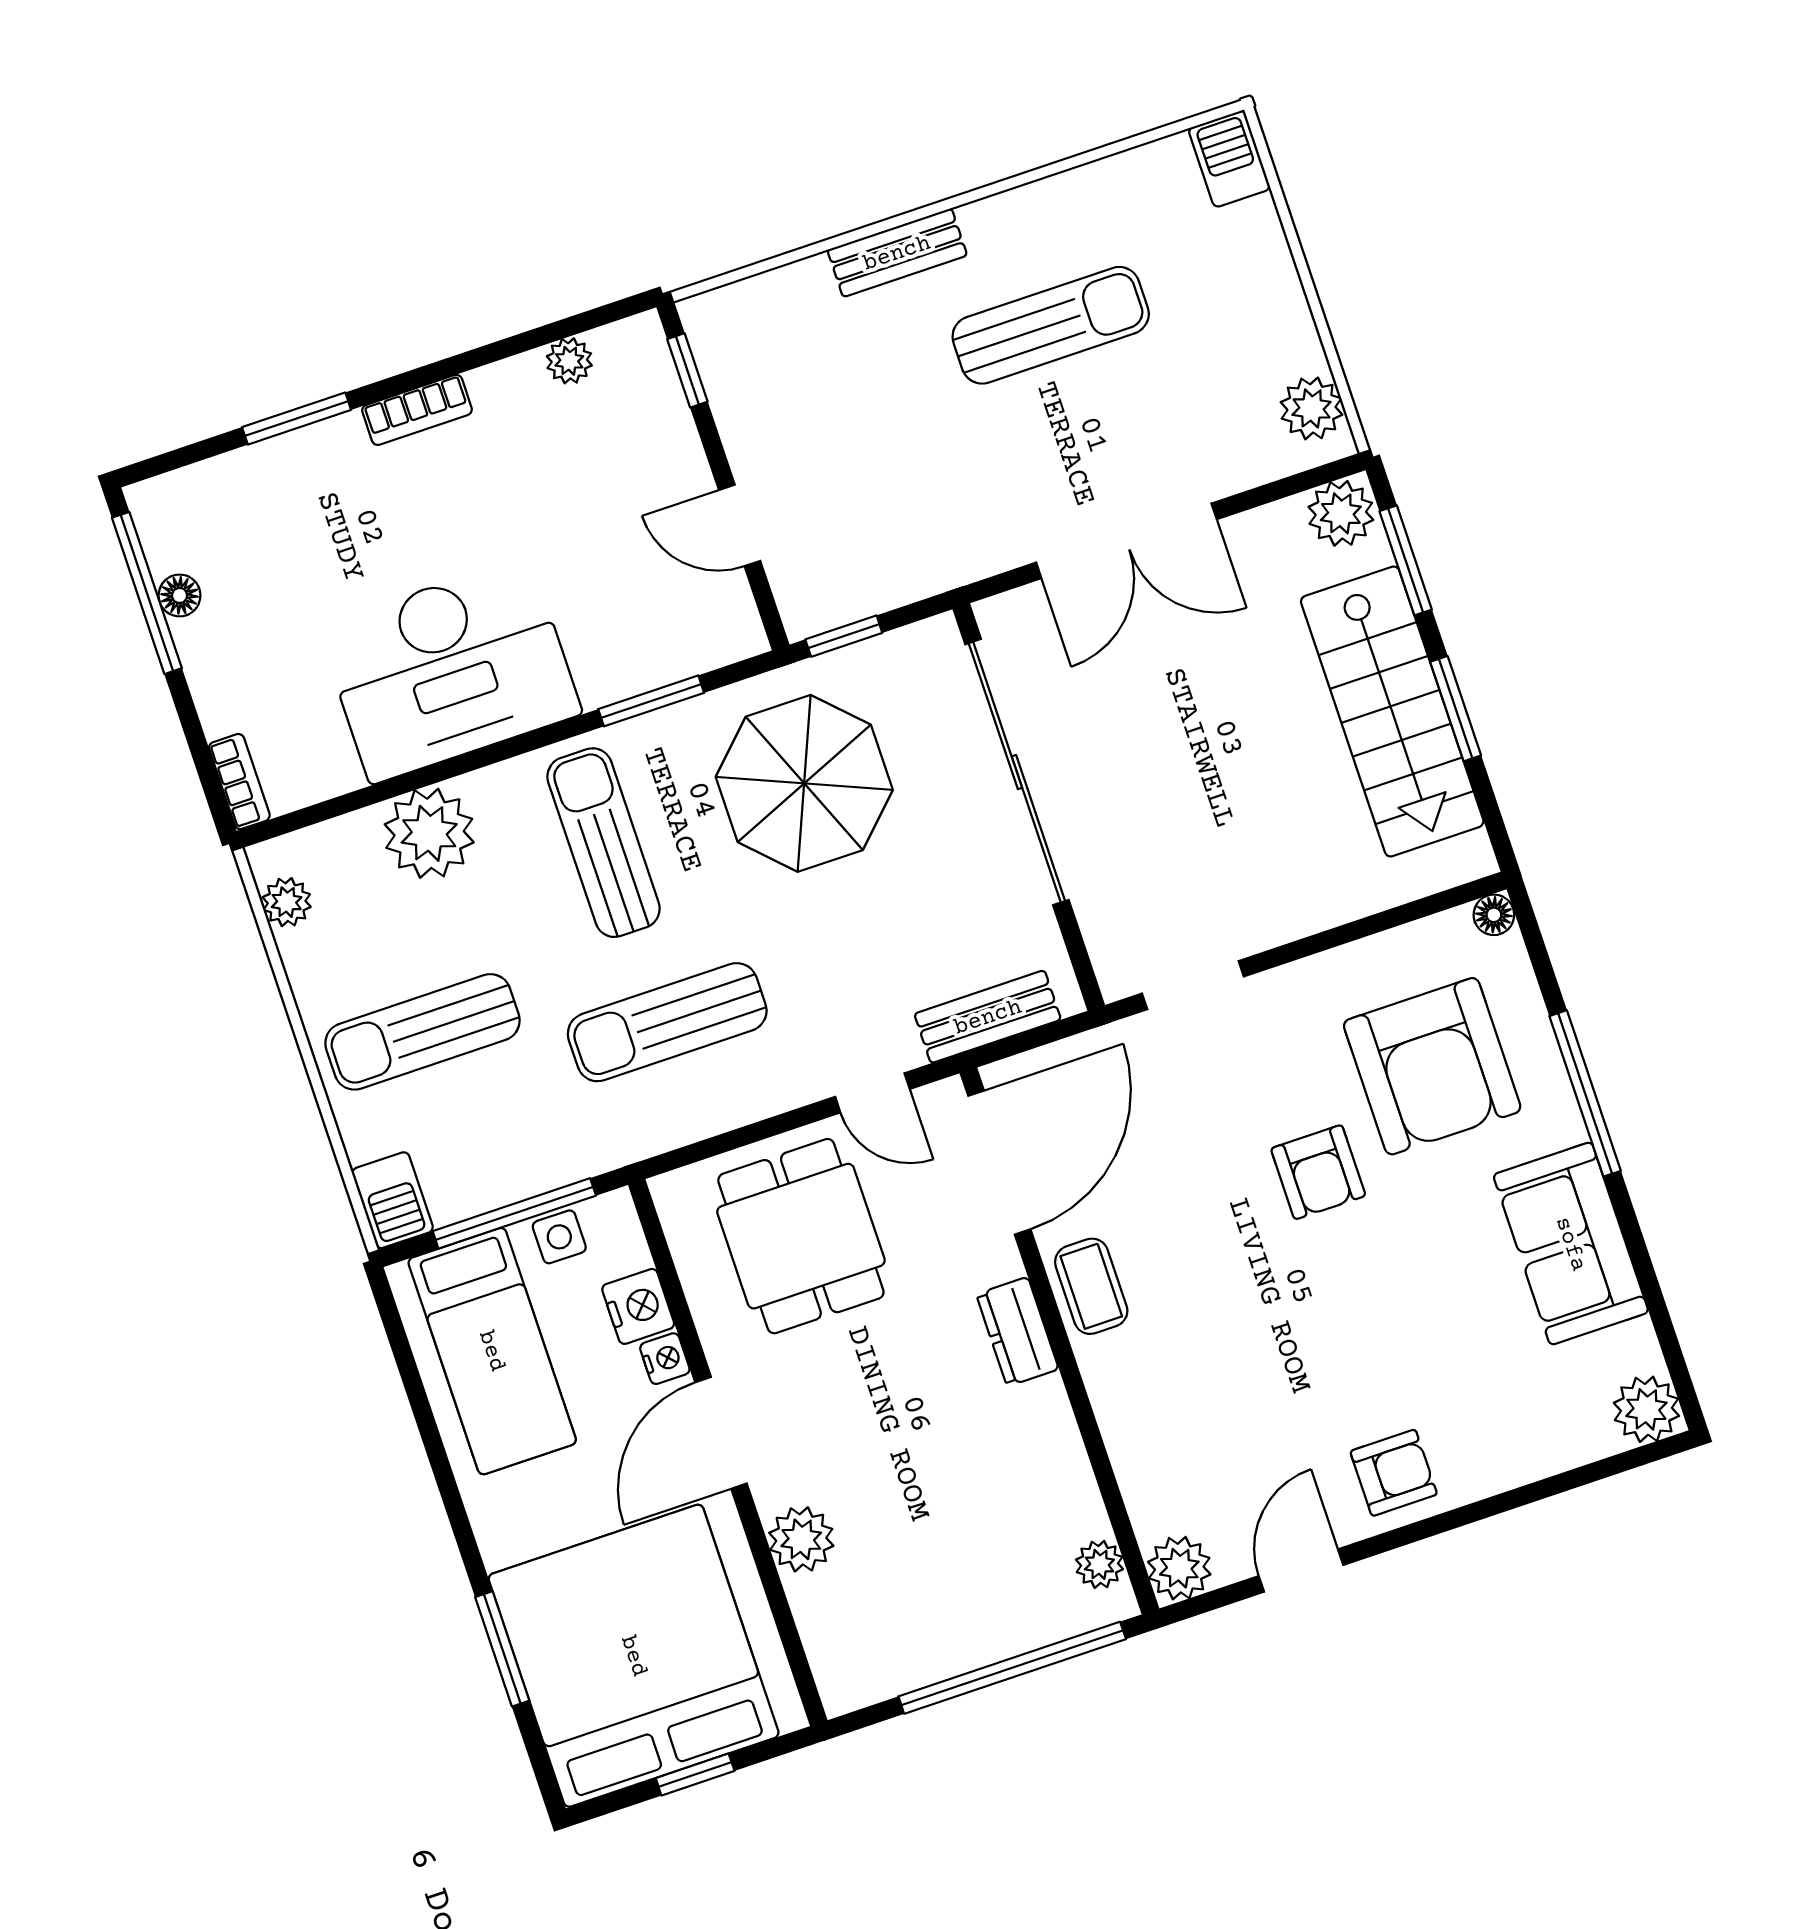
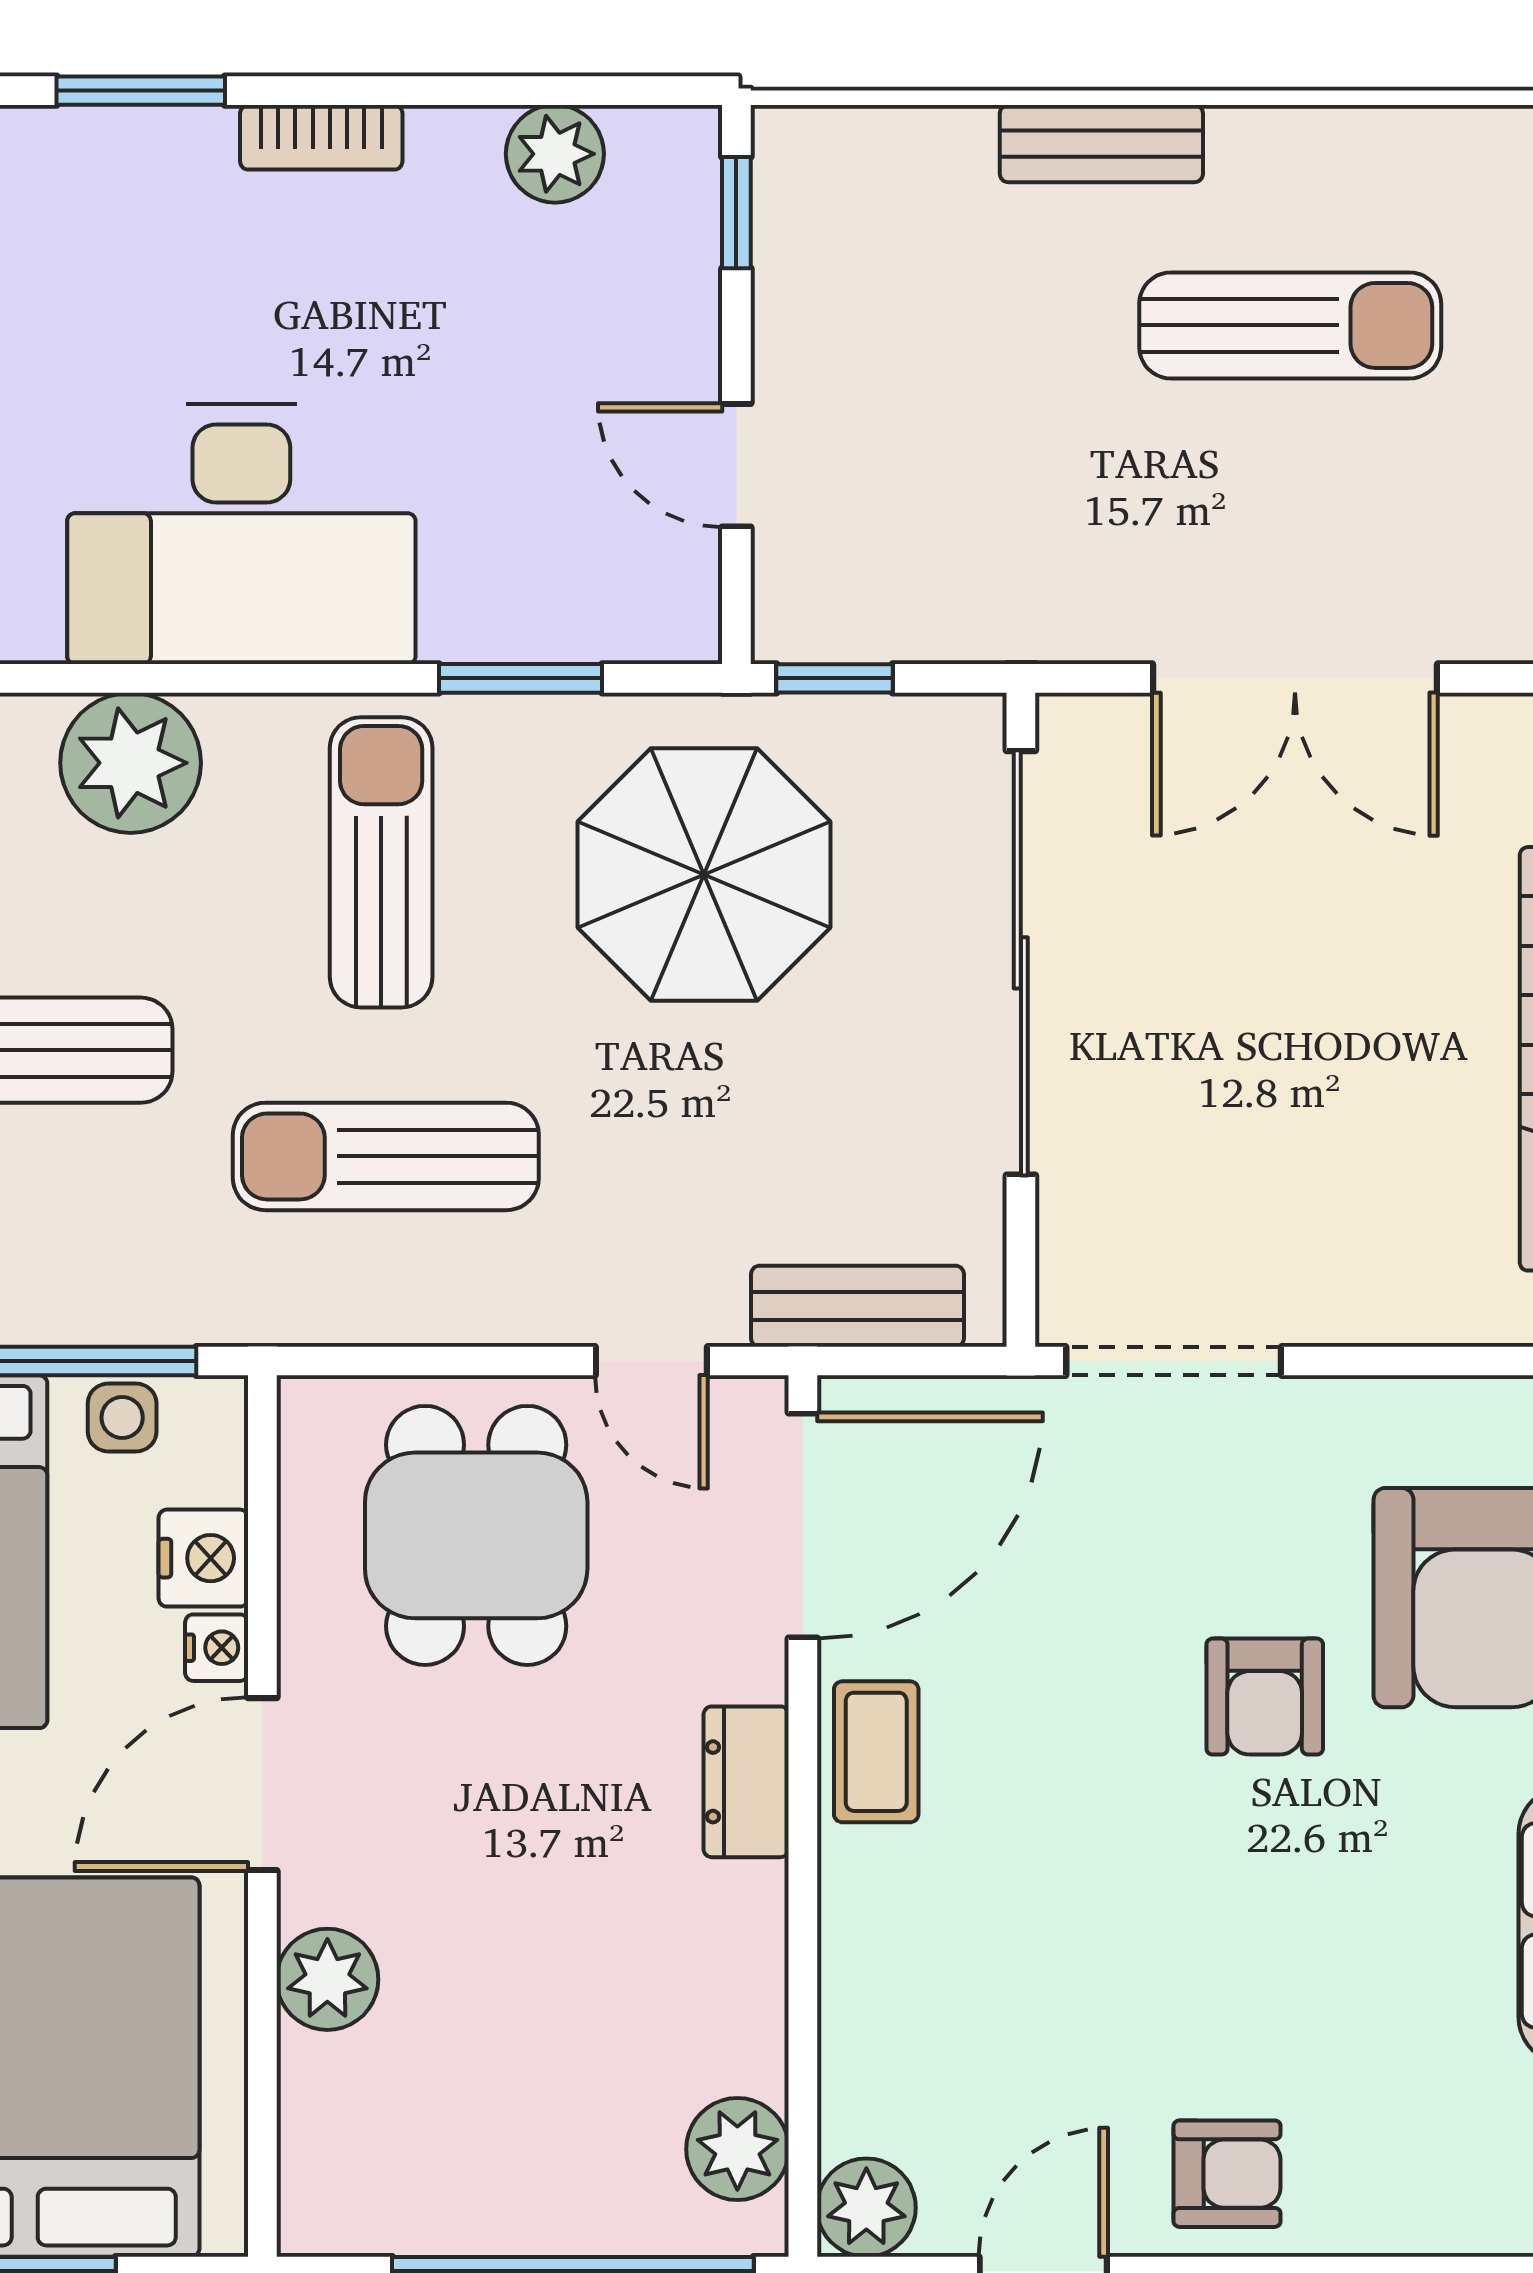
plant: (569, 361) -> (555, 154), width x1.38, depth x1.38
doorway: (1193, 985) -> (1174, 1361), width x1.38
plant: (1099, 1564) -> (737, 2149), width x1.38, depth x1.38

